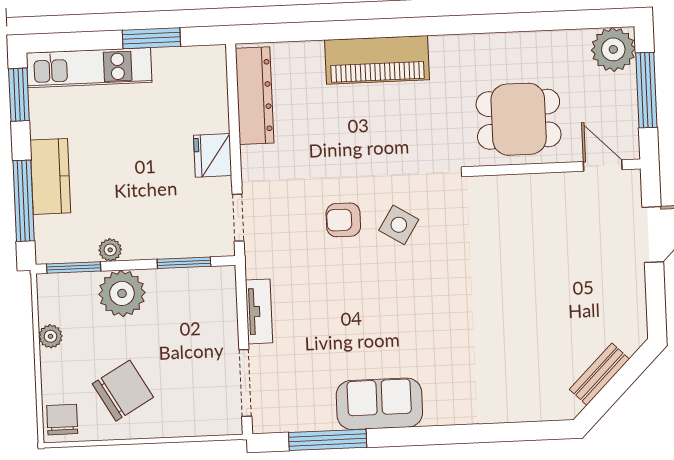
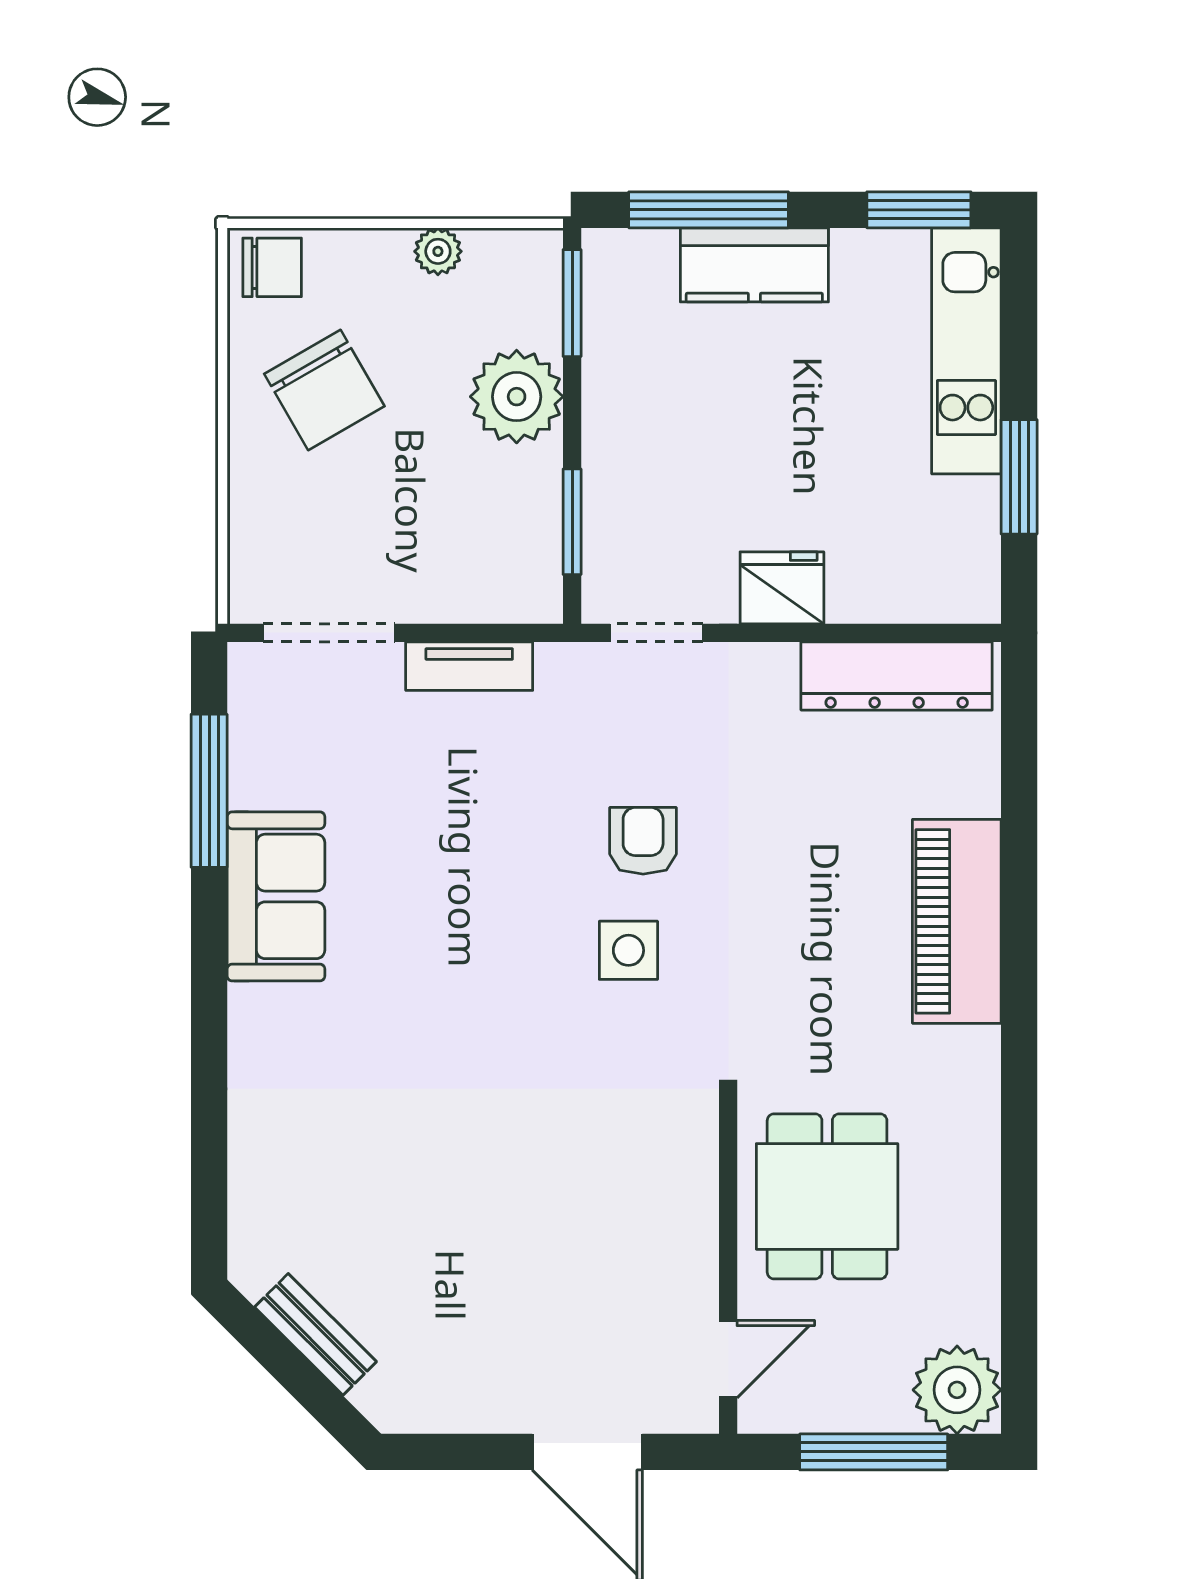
side table: (399, 225) -> (628, 950), turned -32
plant: (110, 250) -> (604, 377), removed

